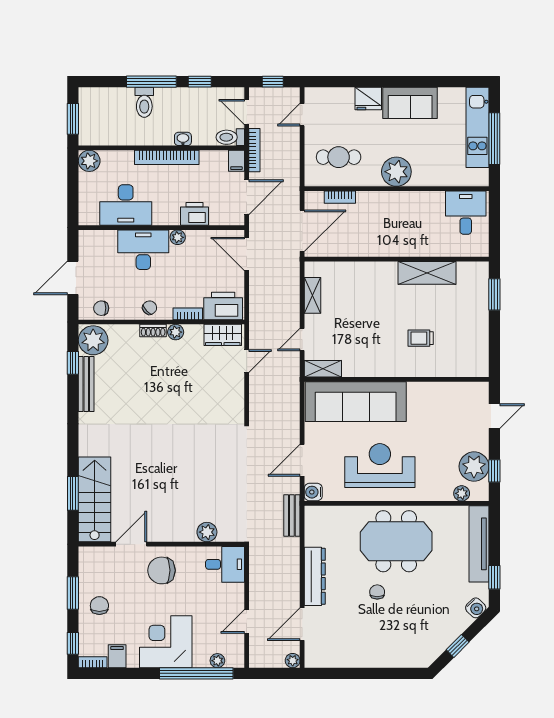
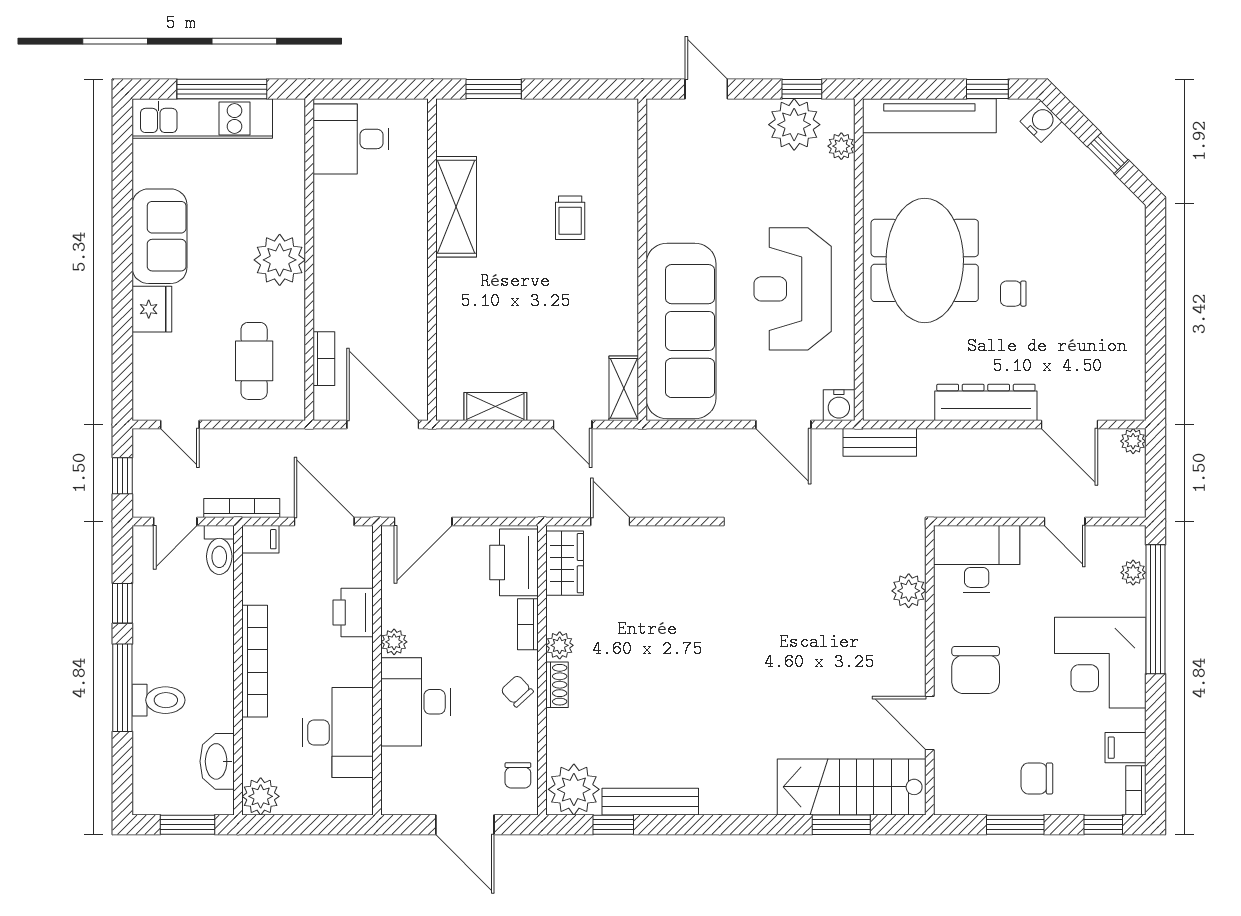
washbasin: (183, 139) -> (217, 761), moved, width x1.91, depth x1.45
desk: (225, 564) -> (977, 559), width x1.37

